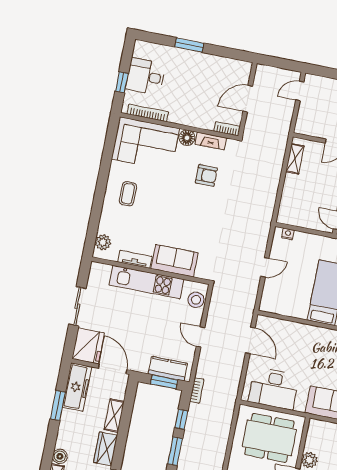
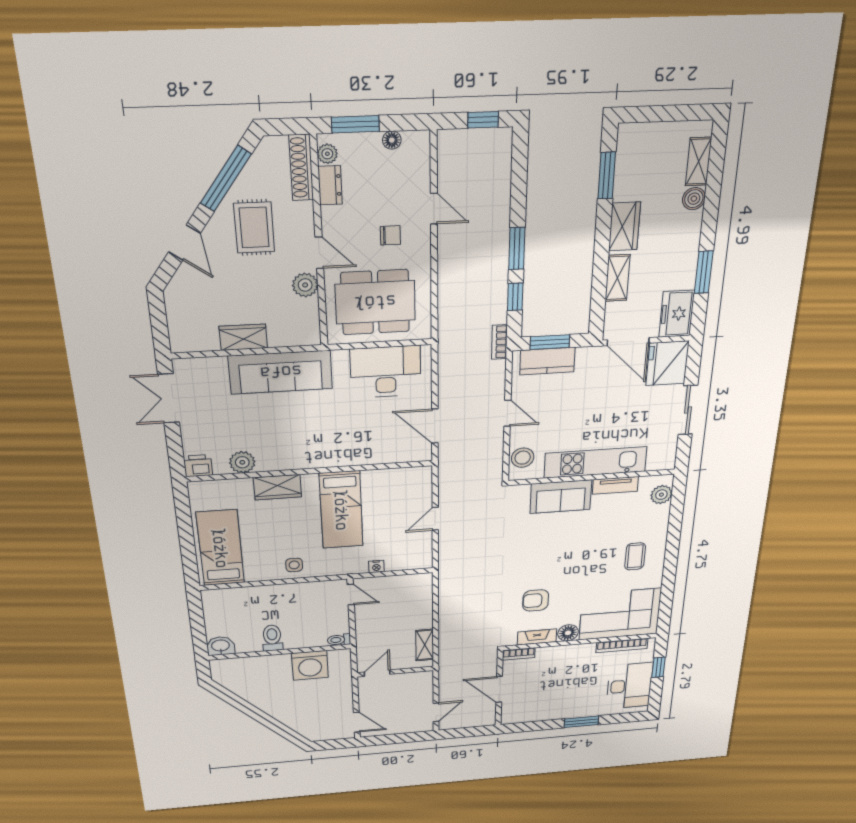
desk: (146, 76) -> (629, 686), width x1.37
door: (248, 99) -> (499, 689), swing flipped
nightstand: (288, 234) -> (376, 567), moved
freezer: (77, 387) -> (677, 314), width x0.71

